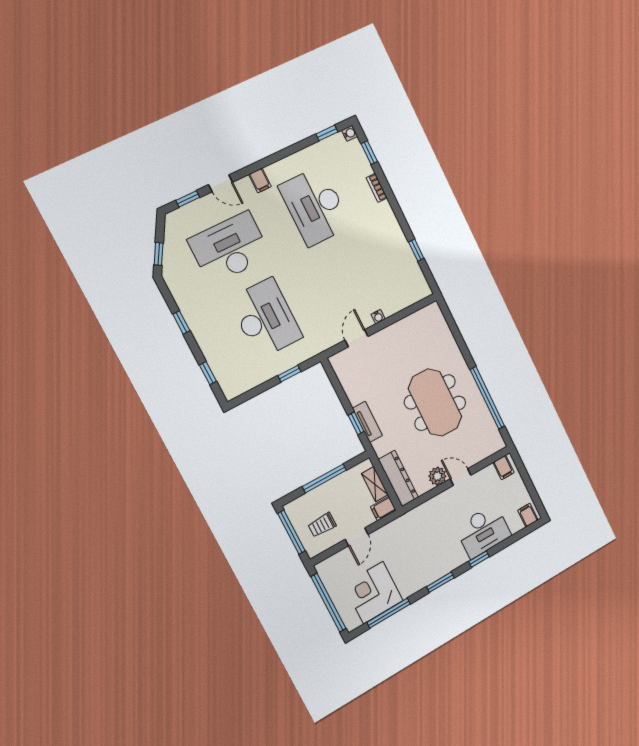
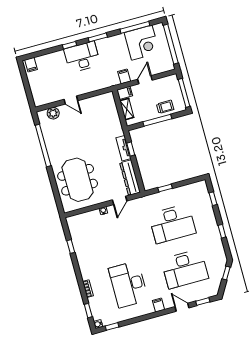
desk: (315, 206) -> (128, 284), turned 180
desk: (266, 318) -> (172, 224), turned -90
meeting table: (435, 403) -> (78, 180), moved
filing cabinet: (504, 467) -> (124, 76), moved
plant: (437, 476) -> (53, 113), moved
dresser: (398, 478) -> (130, 178), moved
trolley: (322, 525) -> (165, 107), moved
desk: (483, 531) -> (82, 57), moved

